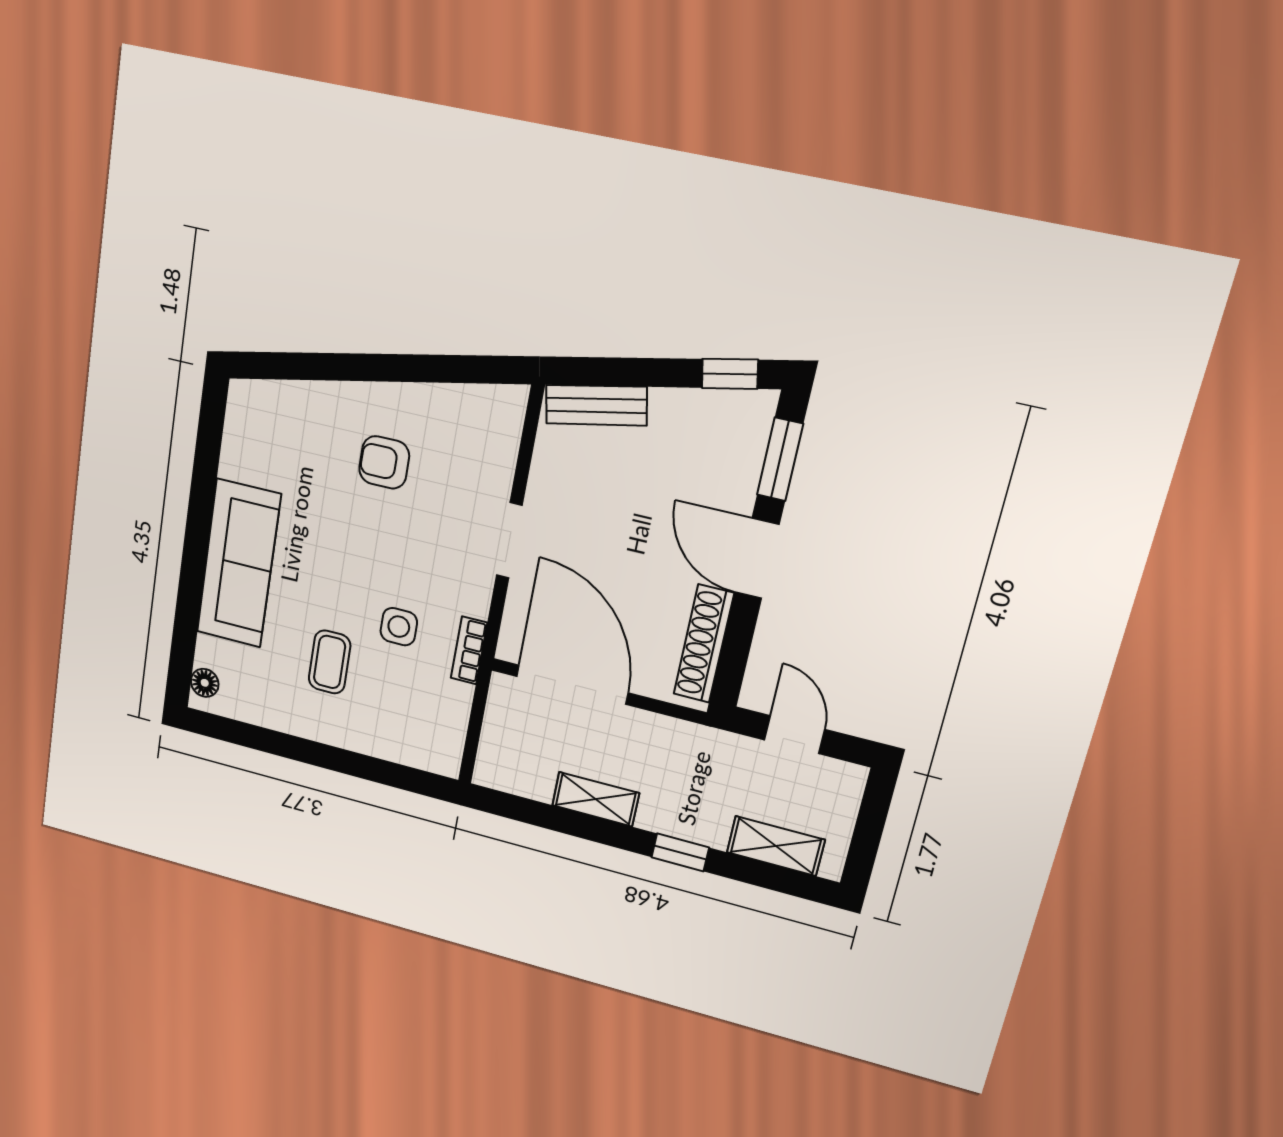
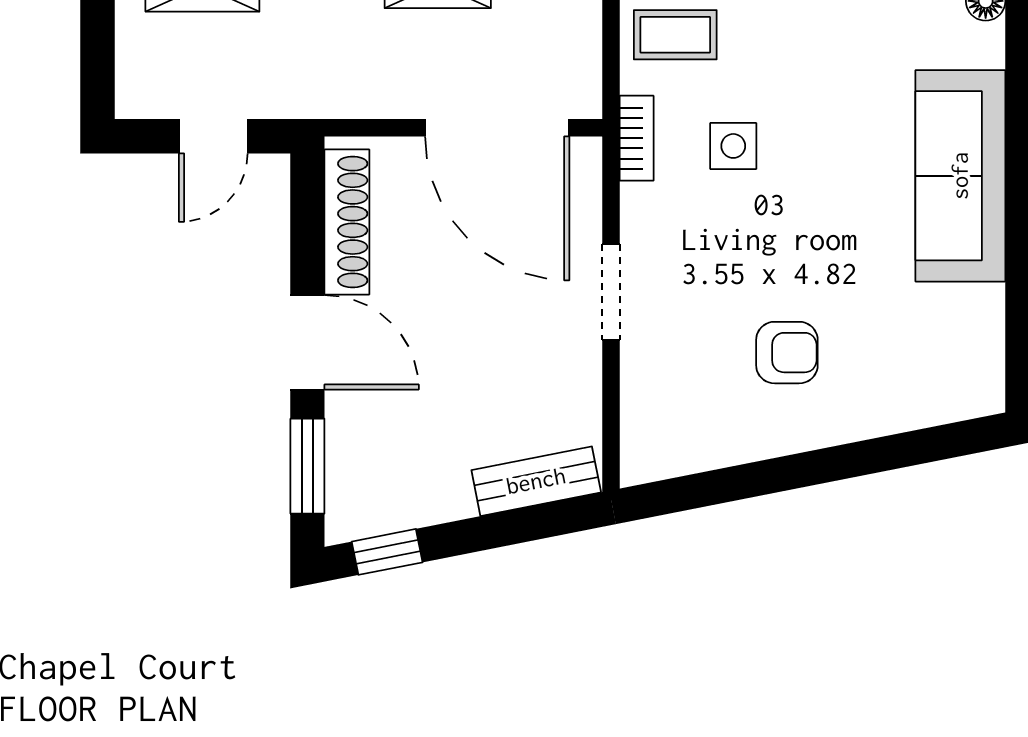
coffee table: (330, 662) -> (675, 35), moved, turned 90
door: (795, 735) -> (213, 136), hinge flipped

